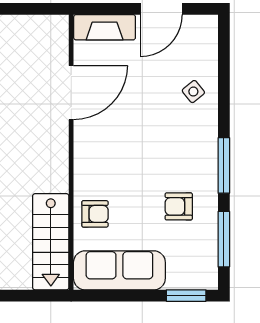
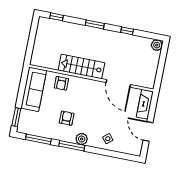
plant: (205, 147) -> (82, 139), added
armchair: (179, 206) -> (67, 118), moved
stairs: (51, 242) -> (81, 67), moved

